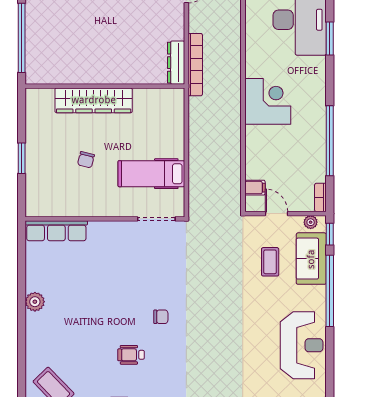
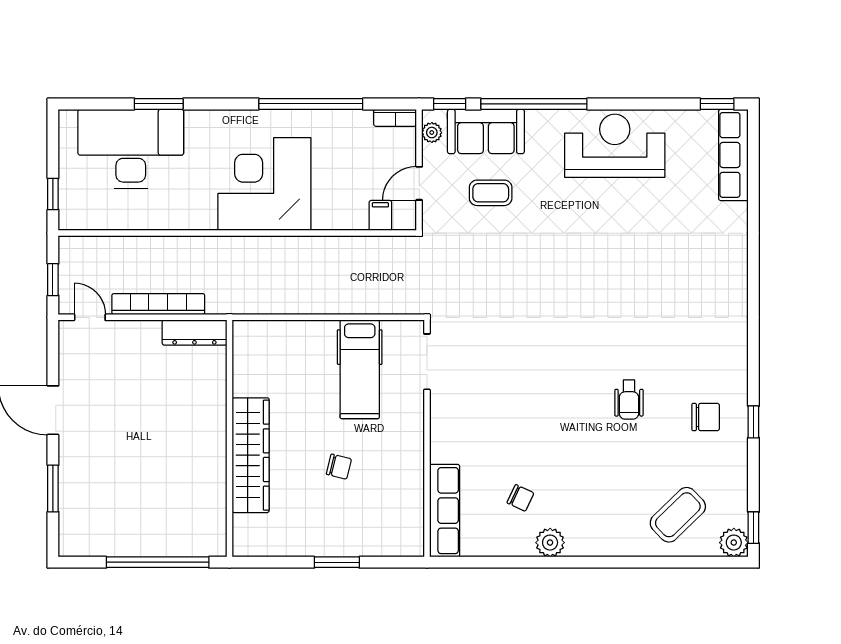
bookcase: (195, 65) -> (158, 304), moved
corner desk: (268, 101) -> (264, 184), width x1.36, depth x1.36
chair: (161, 317) -> (521, 498), moved, turned 115

